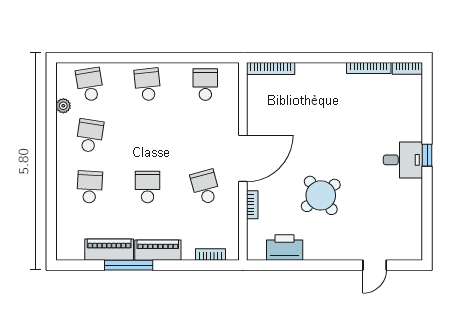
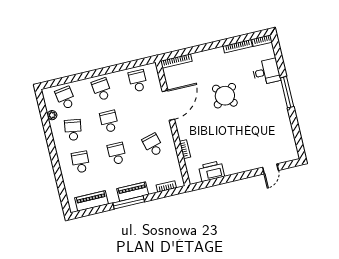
school desk: (148, 136) -> (109, 121), added
window: (427, 155) -> (287, 92), width x2.17
door: (243, 158) -> (168, 105), moved
desk: (403, 160) -> (266, 72), moved
round table: (321, 195) -> (225, 96), moved
piano: (109, 250) -> (92, 201), moved
window: (129, 265) -> (129, 202), moved

